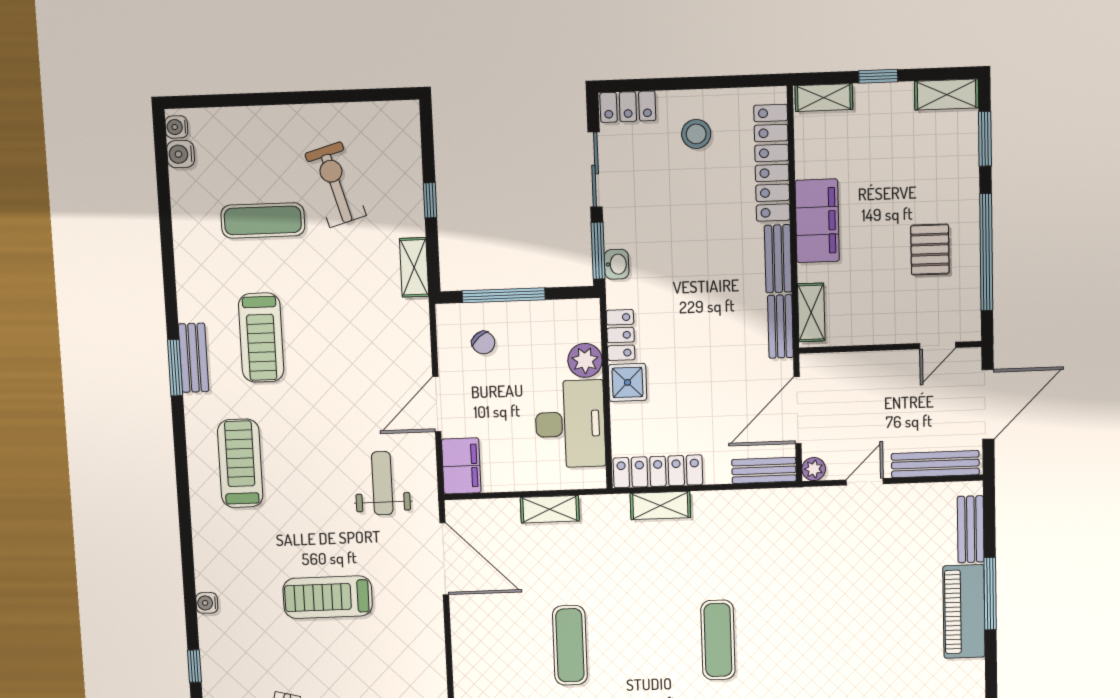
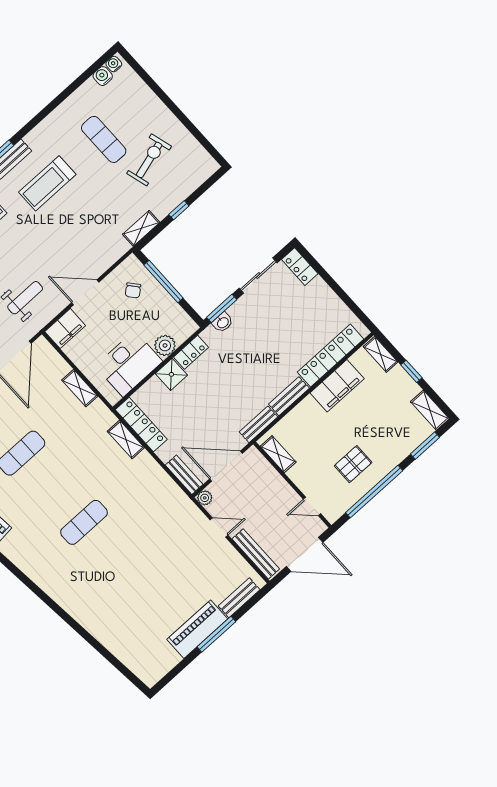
stool: (696, 134) -> (314, 309), removed
filing cabinet: (817, 221) -> (337, 386), moved
shelving: (811, 312) -> (278, 454), moved, turned 90

